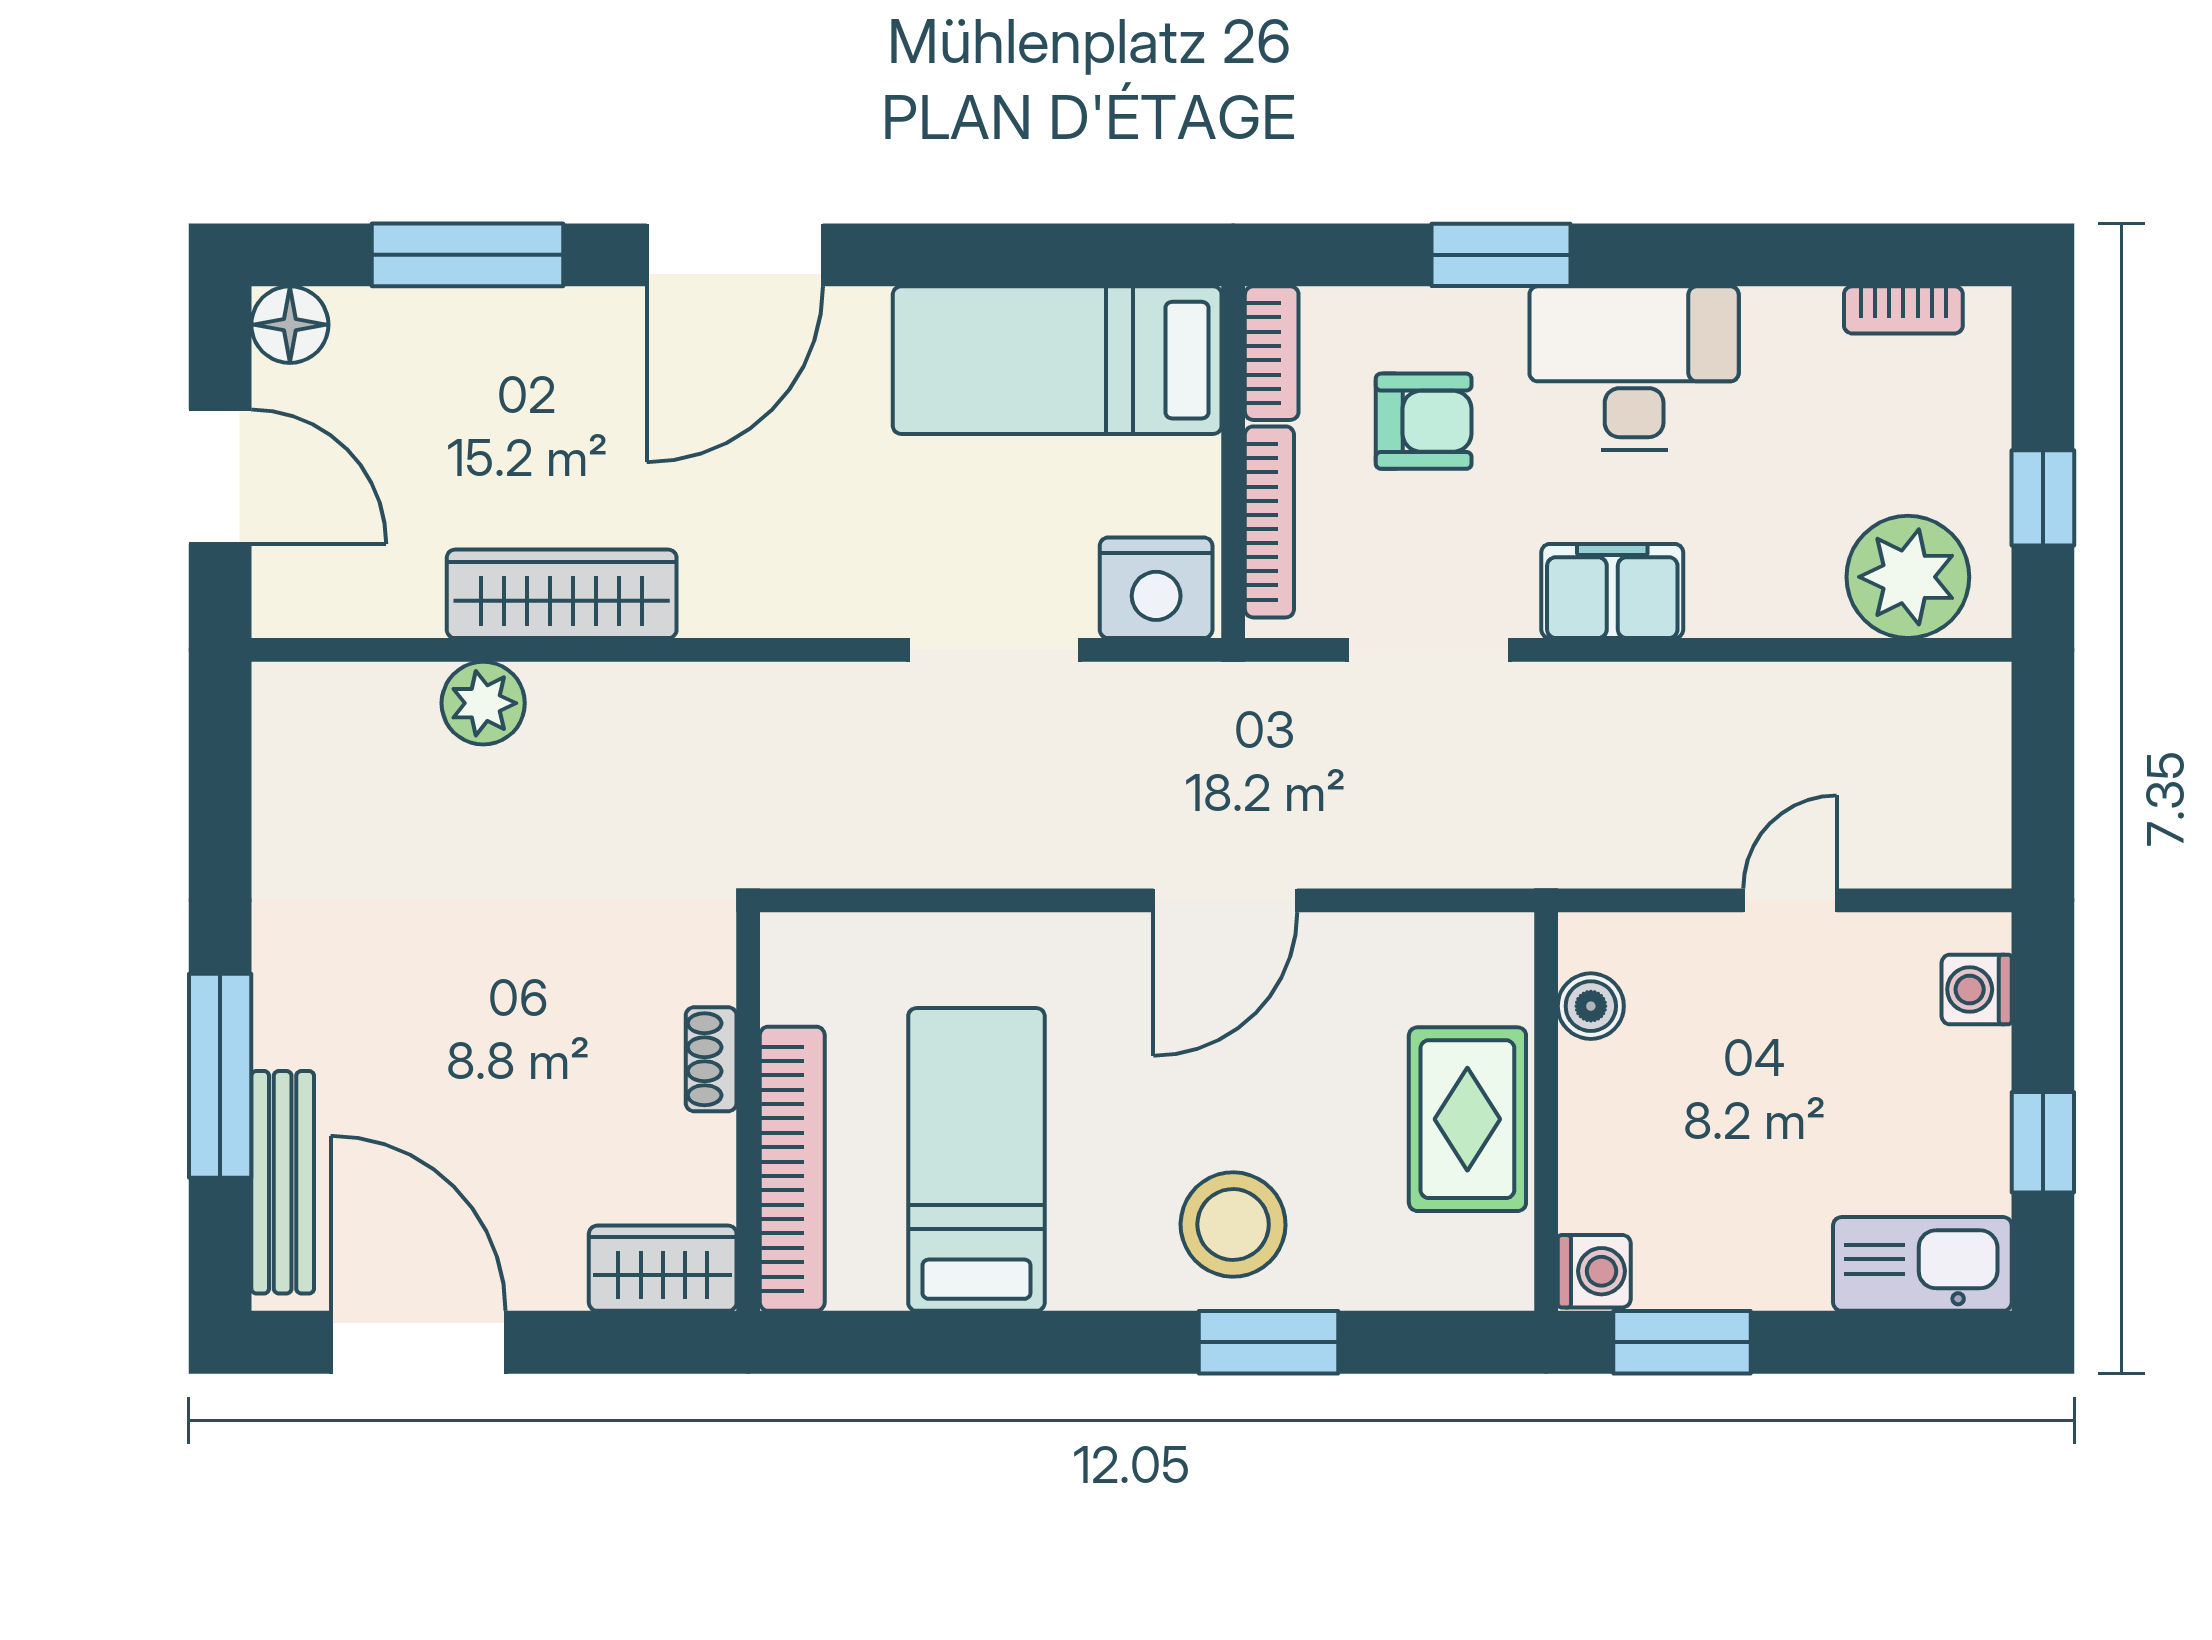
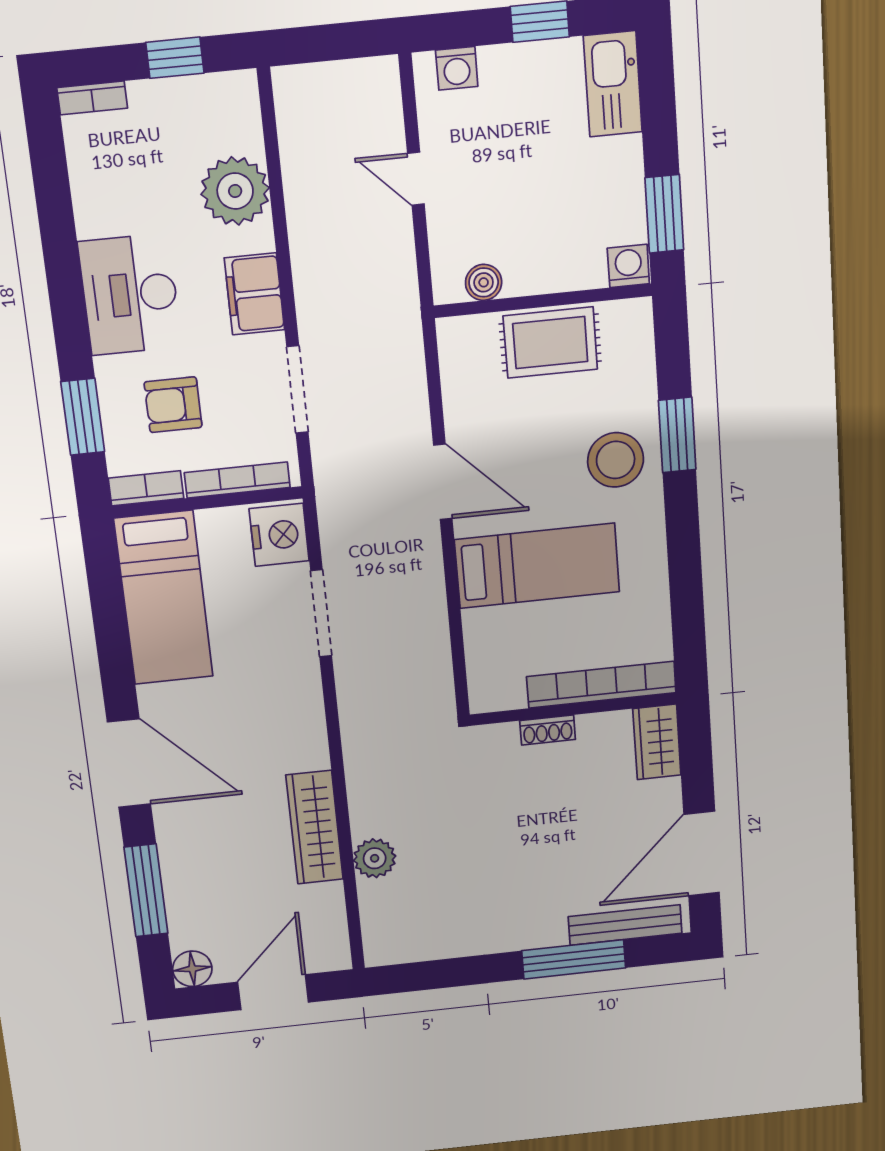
window: (1501, 255) -> (83, 417), moved
bookcase: (1903, 310) -> (92, 98), moved, turned 90
armchair: (1424, 421) -> (173, 405), turned -90
plant: (1908, 577) -> (235, 191), moved
bed: (976, 1159) -> (537, 566), moved, turned 180

